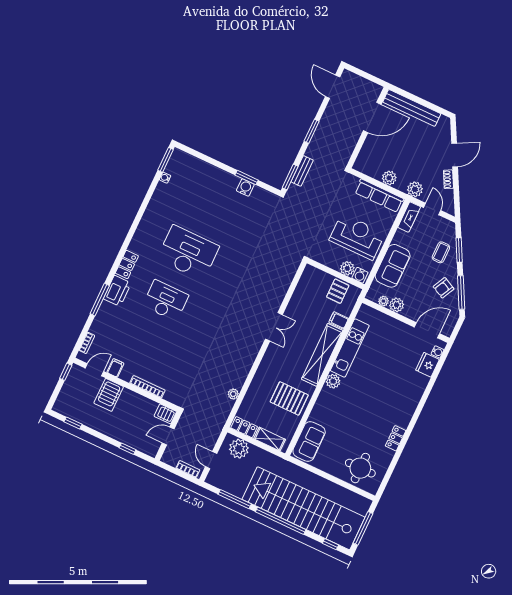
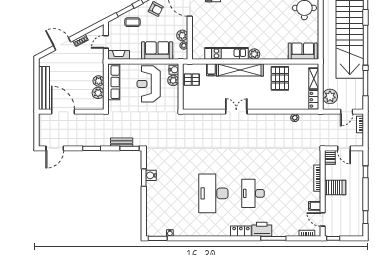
plant: (415, 189) -> (98, 93), moved
server rack: (109, 395) -> (335, 188), moved

